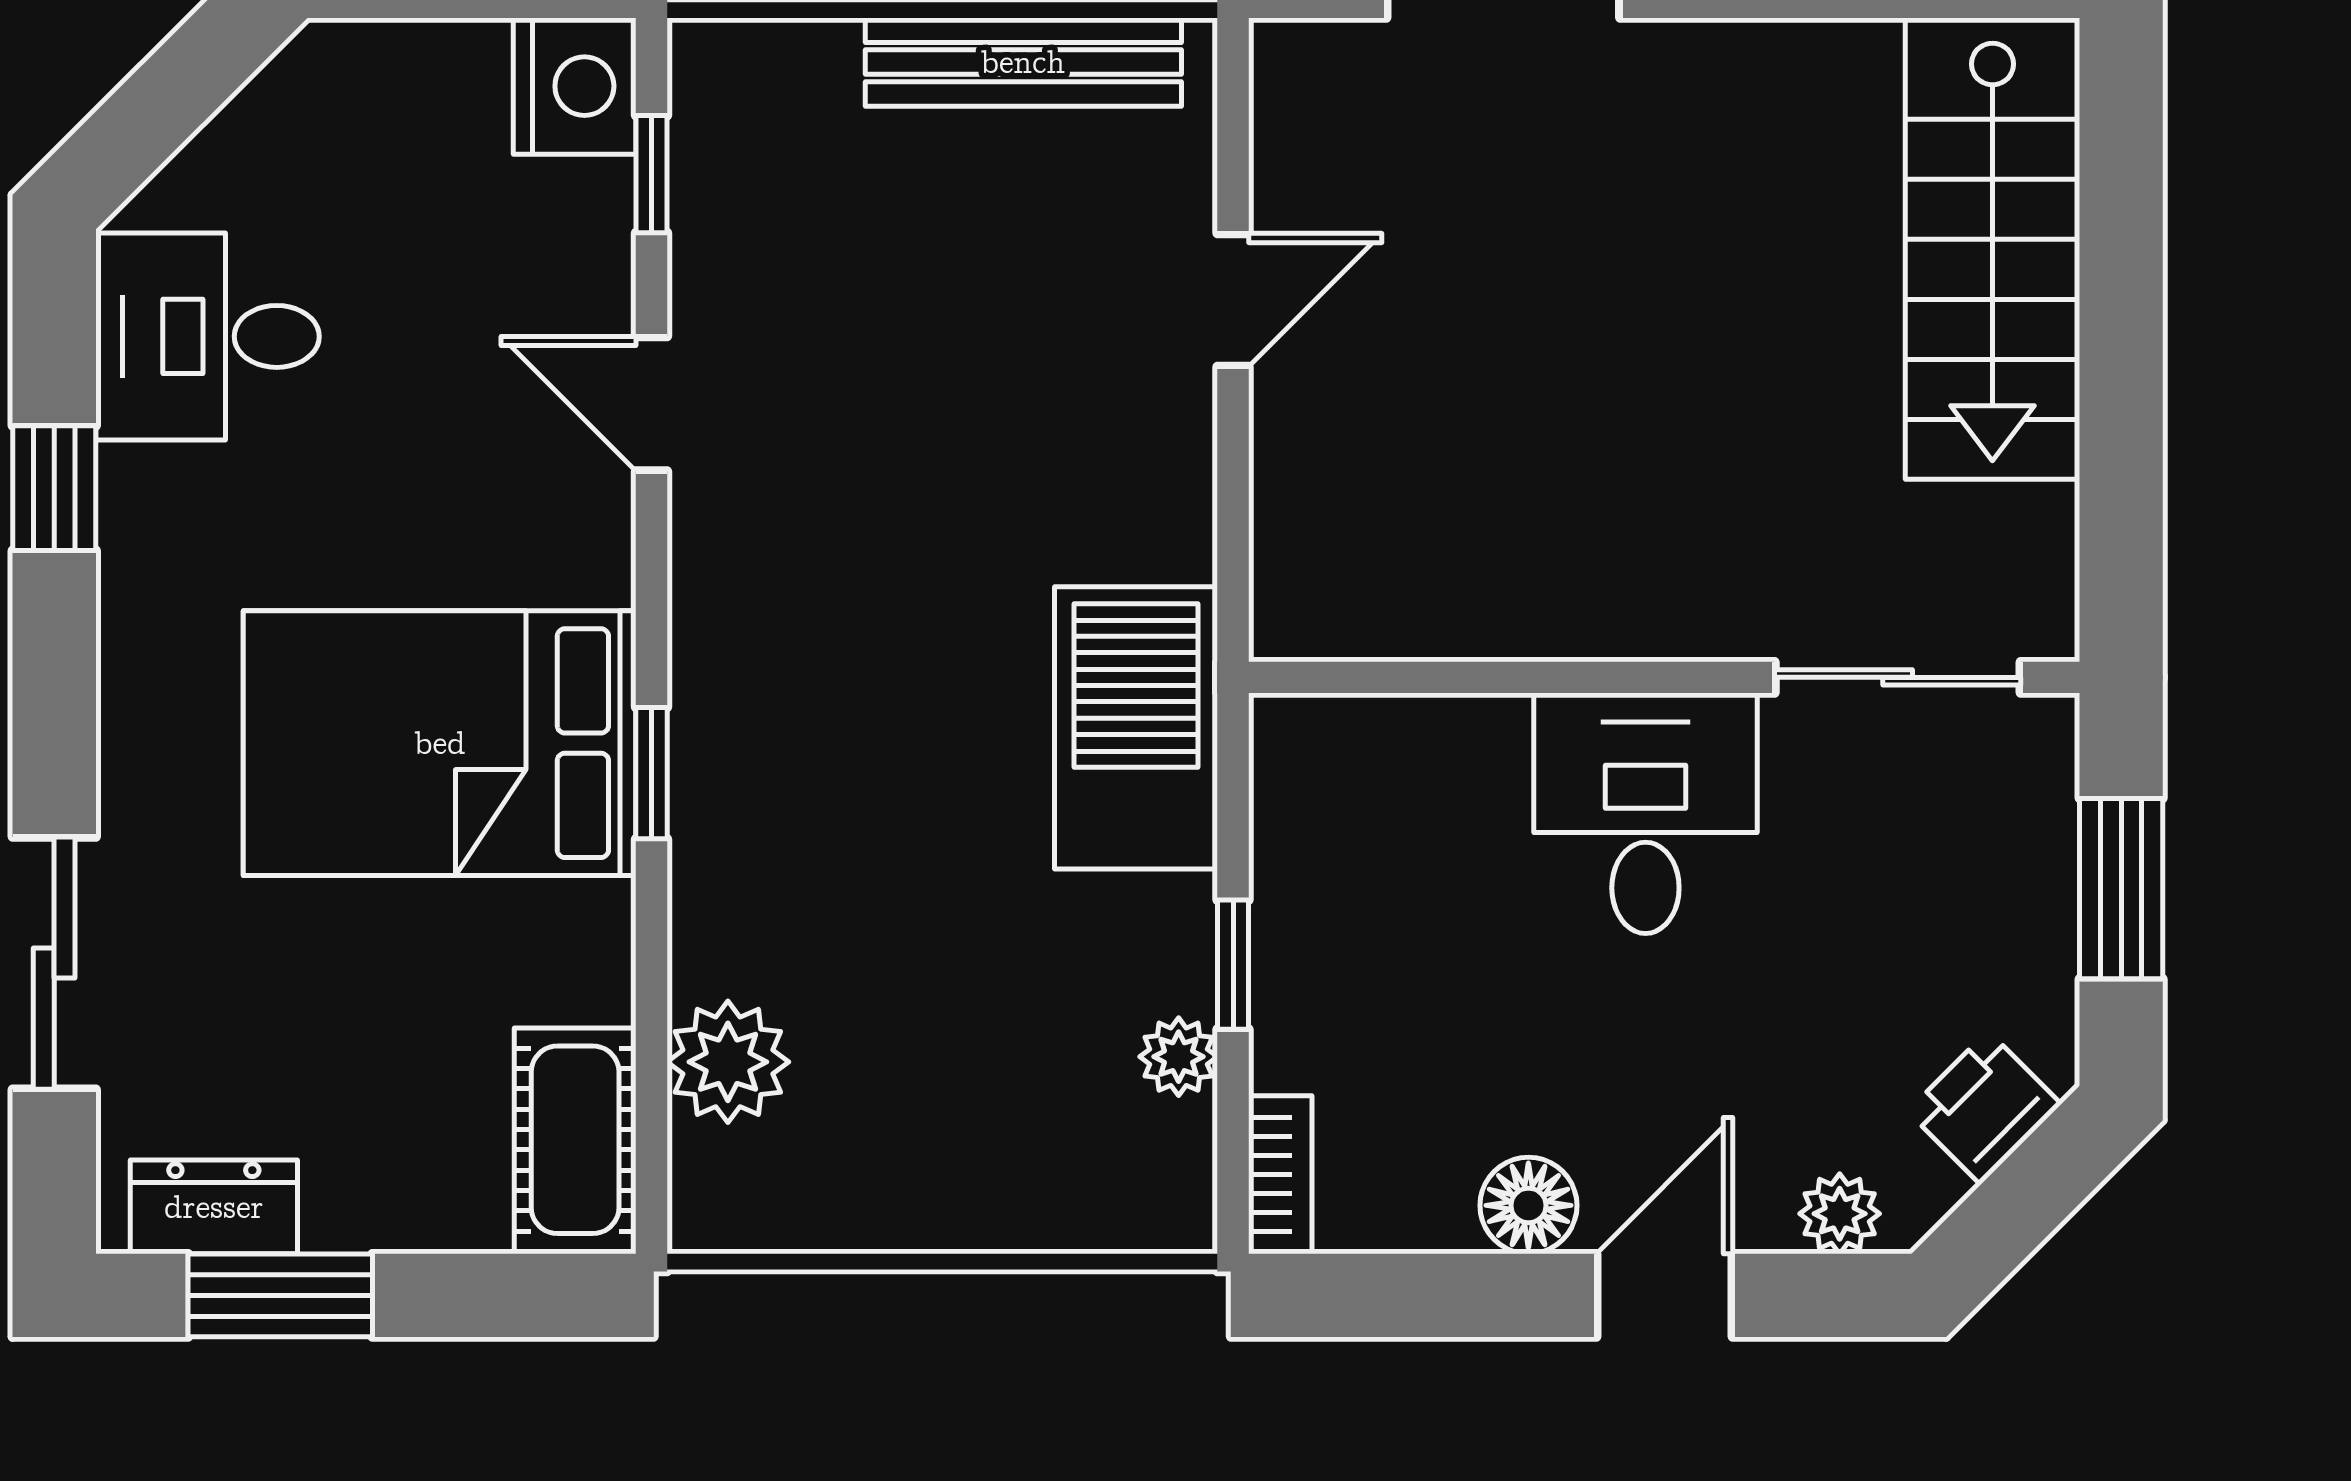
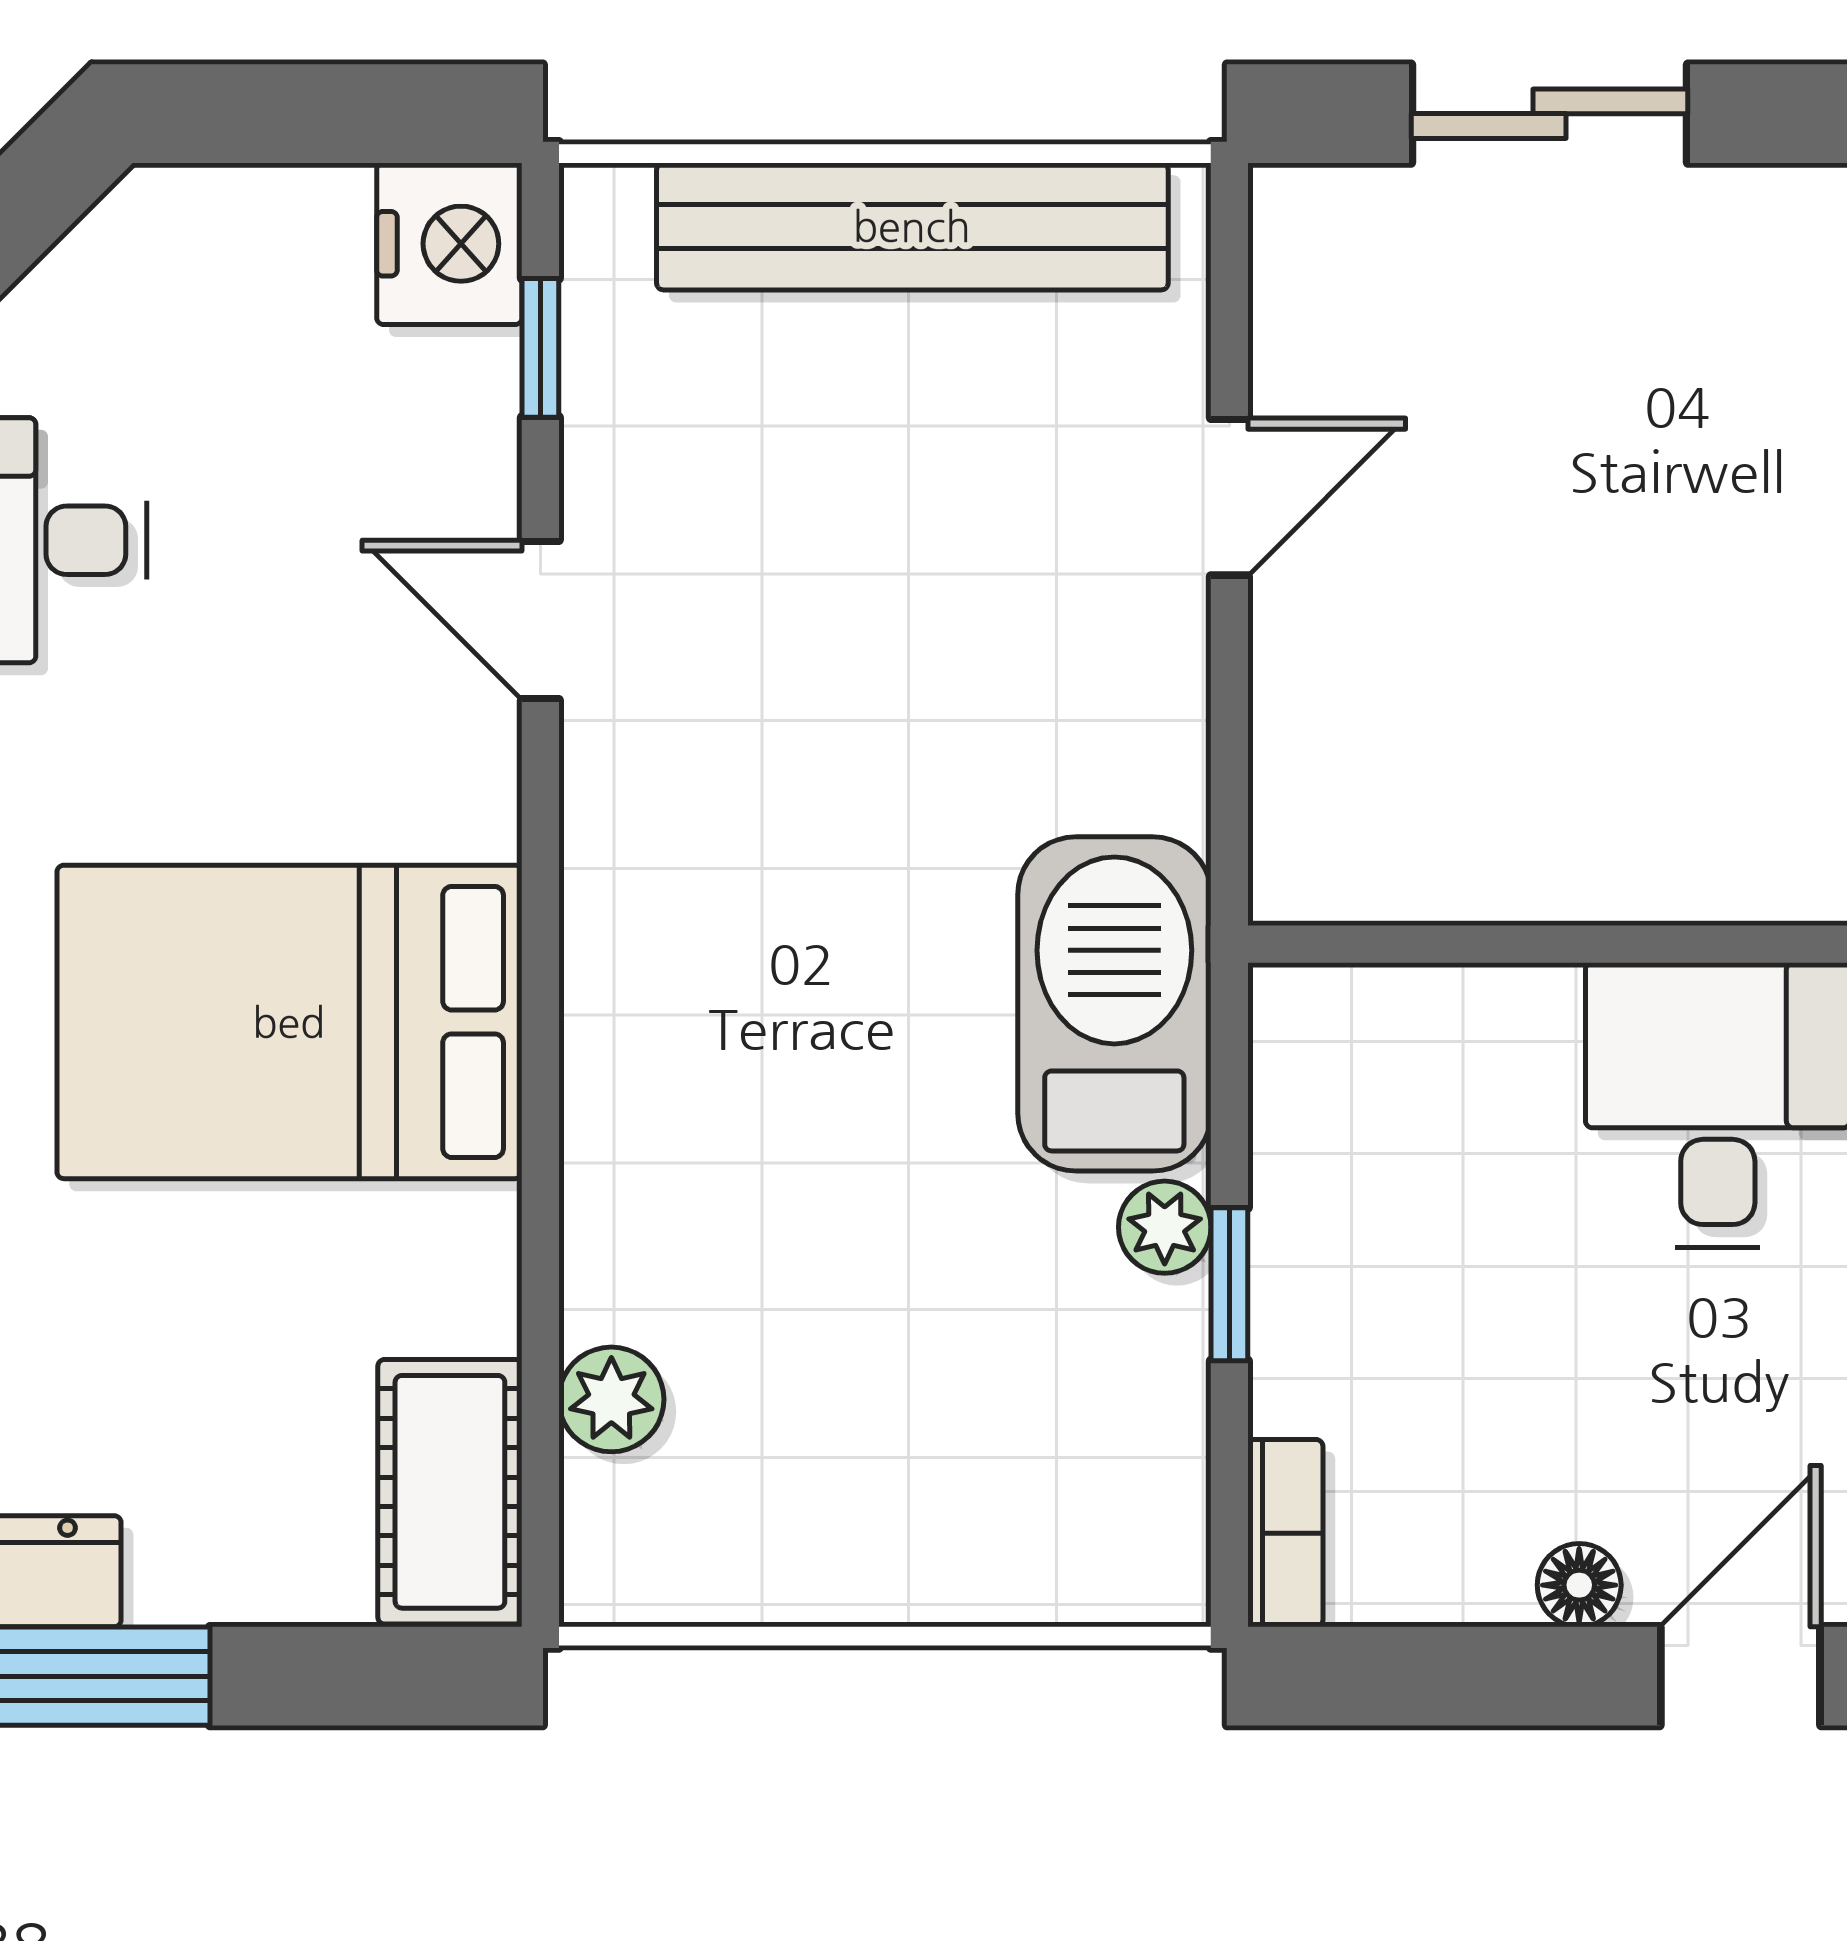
bench: (1023, 62) -> (912, 226), width x1.37, depth x1.21
window: (651, 773) -> (540, 1058), removed
plant: (1179, 1057) -> (1165, 1227), moved
plant: (728, 1062) -> (611, 1399), width x0.73, depth x0.73
floor lamp: (1528, 1205) -> (1579, 1585), width x0.73, depth x0.73

